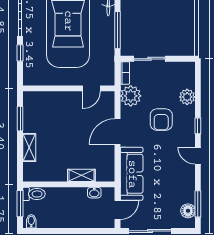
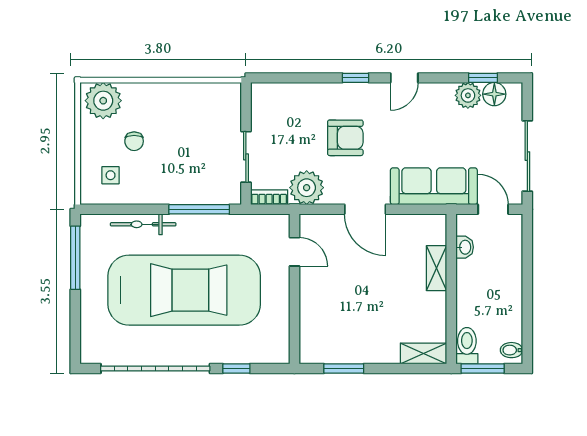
plant: (187, 97) -> (468, 95), moved
shelving: (29, 147) -> (423, 353), moved
window: (198, 204) -> (483, 78), width x0.67

